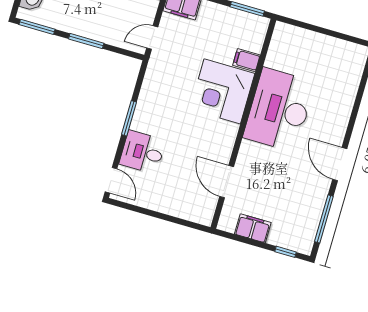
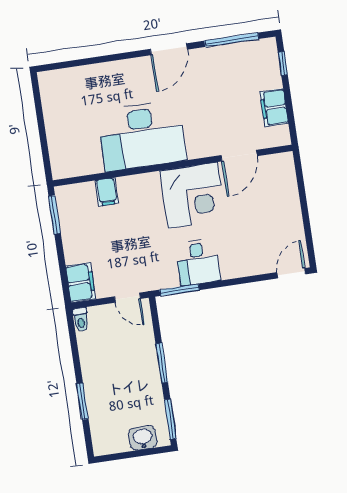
corner desk: (222, 91) -> (193, 195), moved
window: (129, 118) -> (180, 290), moved
desk: (142, 152) -> (198, 262), moved

